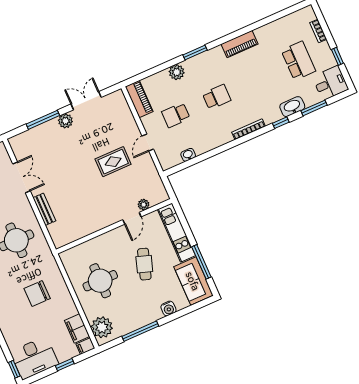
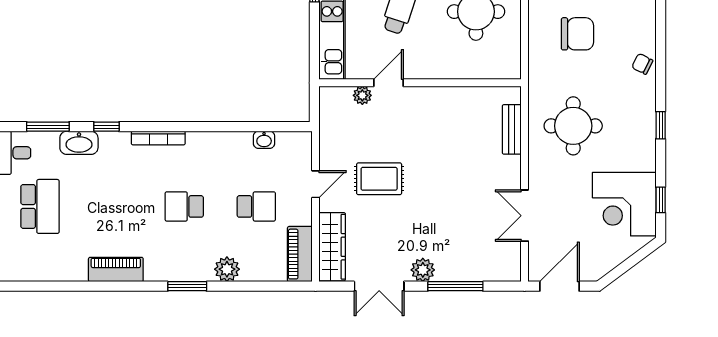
school desk: (298, 61) -> (40, 206), turned 180
wardrobe: (123, 111) -> (332, 247), added
bench: (44, 209) -> (512, 129), moved

